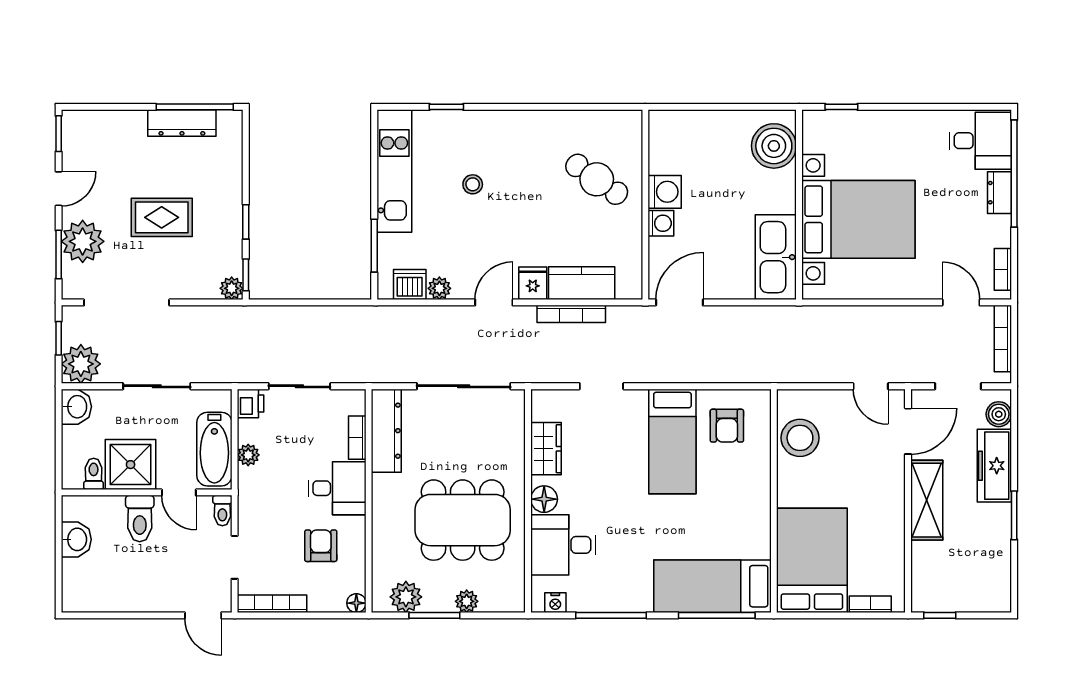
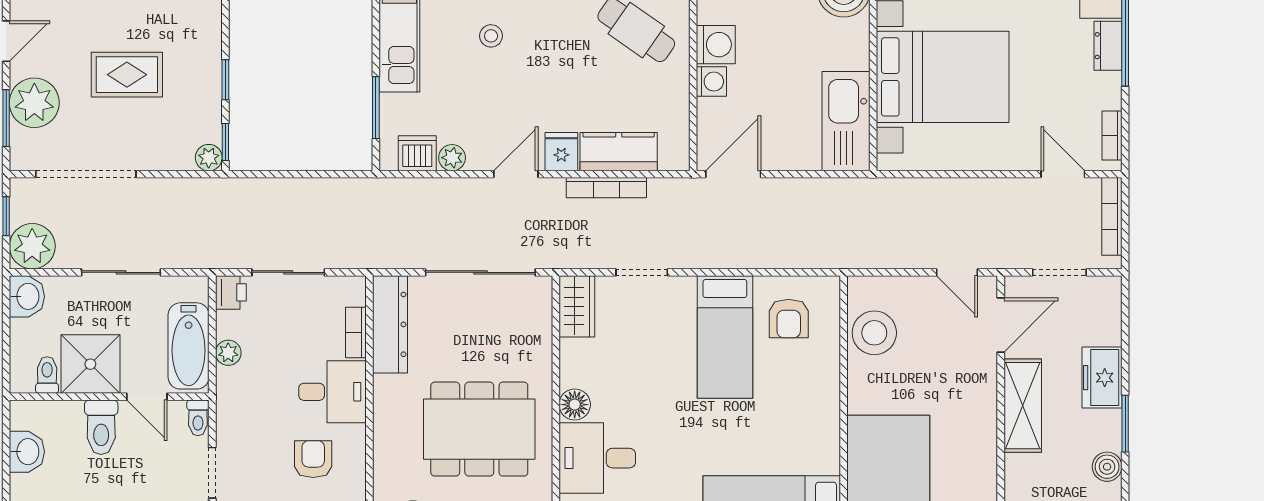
boiler: (999, 414) -> (1107, 467), moved
wardrobe: (546, 449) -> (577, 306), moved
freezer: (994, 466) -> (1102, 378), width x0.71

